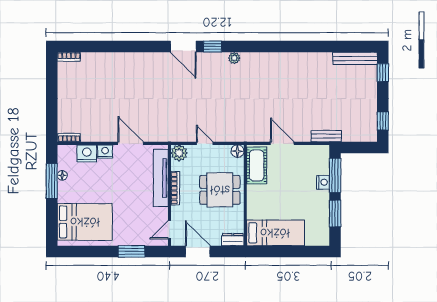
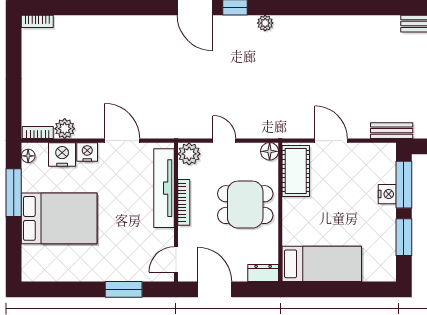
plant: (89, 135) -> (65, 129), added
floor lamp: (62, 175) -> (28, 156), moved
bed: (85, 222) -> (59, 218), moved

